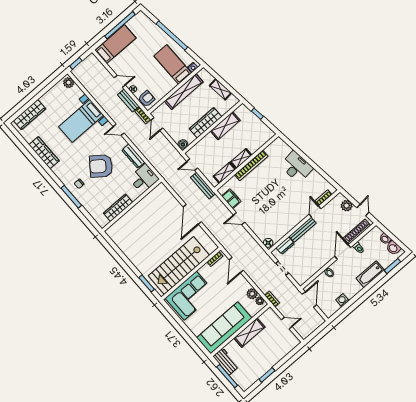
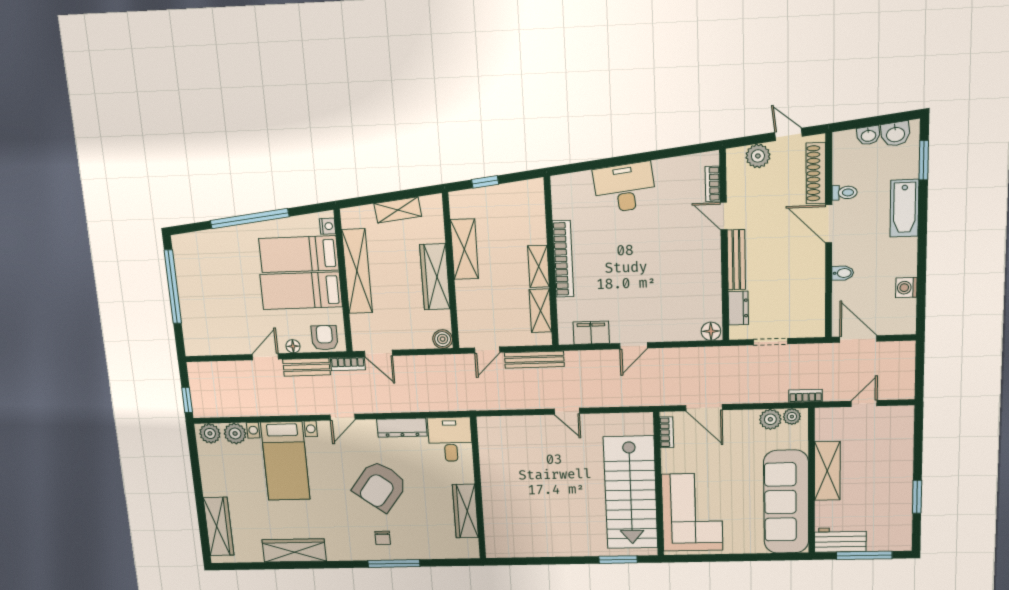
bed: (115, 44) -> (301, 291), moved, turned -90
plant: (77, 93) -> (235, 433), added
door: (192, 214) -> (567, 411), width x0.53

